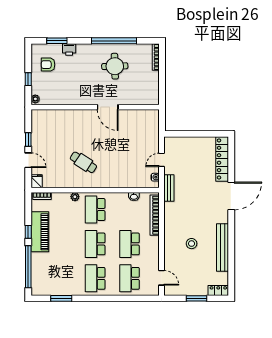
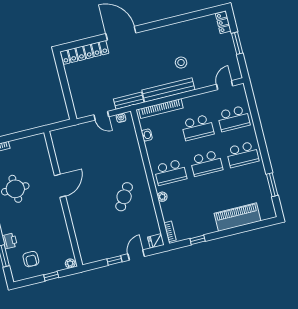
window: (28, 232) -> (198, 240), moved
piano: (40, 232) -> (238, 217), moved
bench: (223, 247) -> (168, 90), moved
window: (28, 267) -> (248, 228), removed

